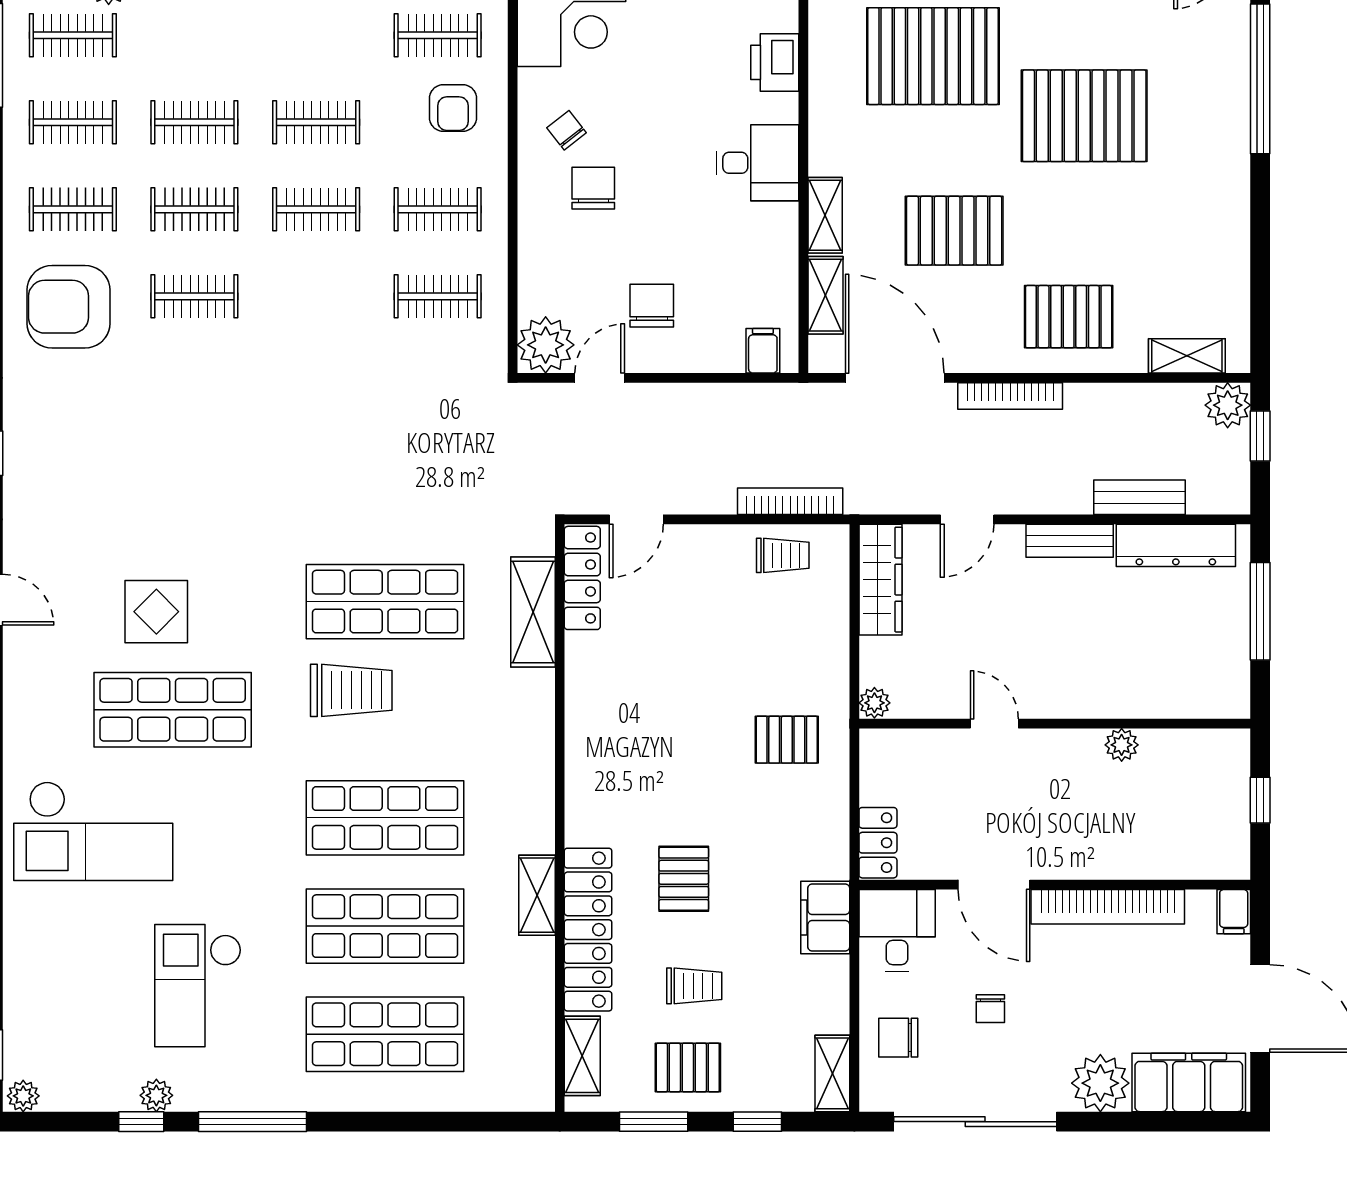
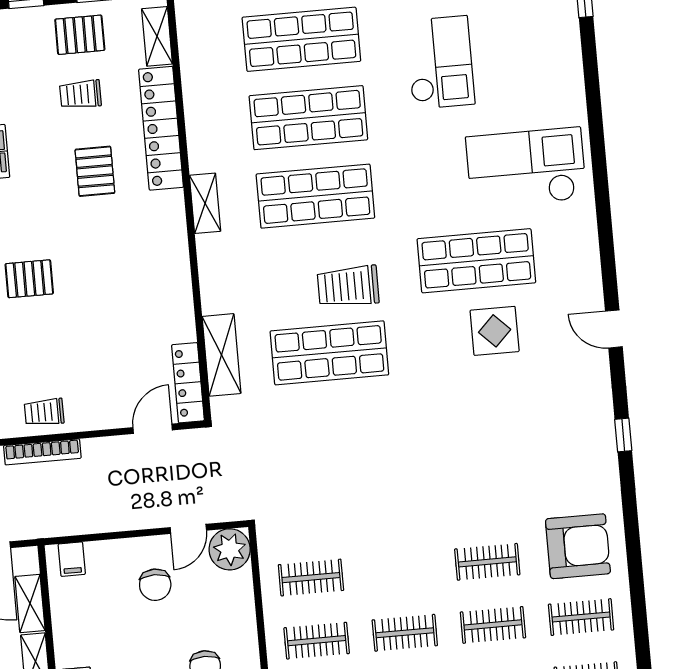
shelving: (537, 895) -> (205, 203), moved

